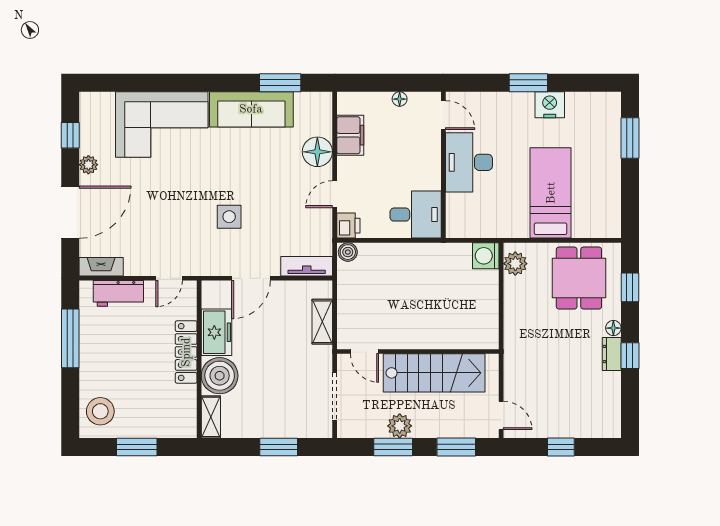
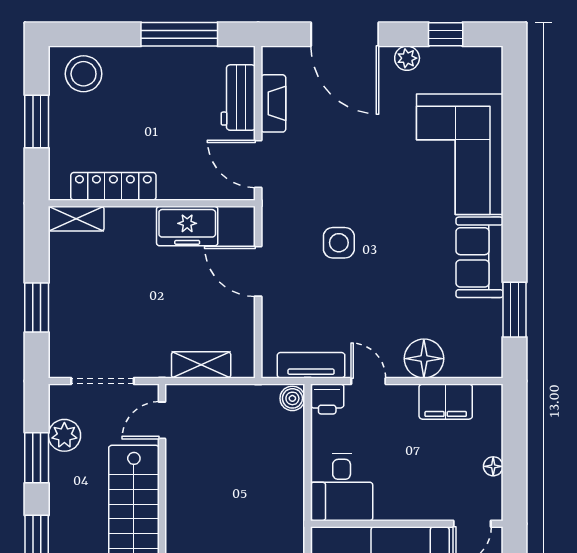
sofa: (251, 109) -> (480, 257), width x0.73
tv unit: (307, 266) -> (311, 365), moved, turned -90
fireplace: (101, 267) -> (273, 103), moved
door: (169, 278) -> (258, 164), width x1.38
locker: (186, 352) -> (113, 186), moved
boiler: (220, 376) -> (130, 230), removed
plant: (400, 426) -> (64, 435), moved

